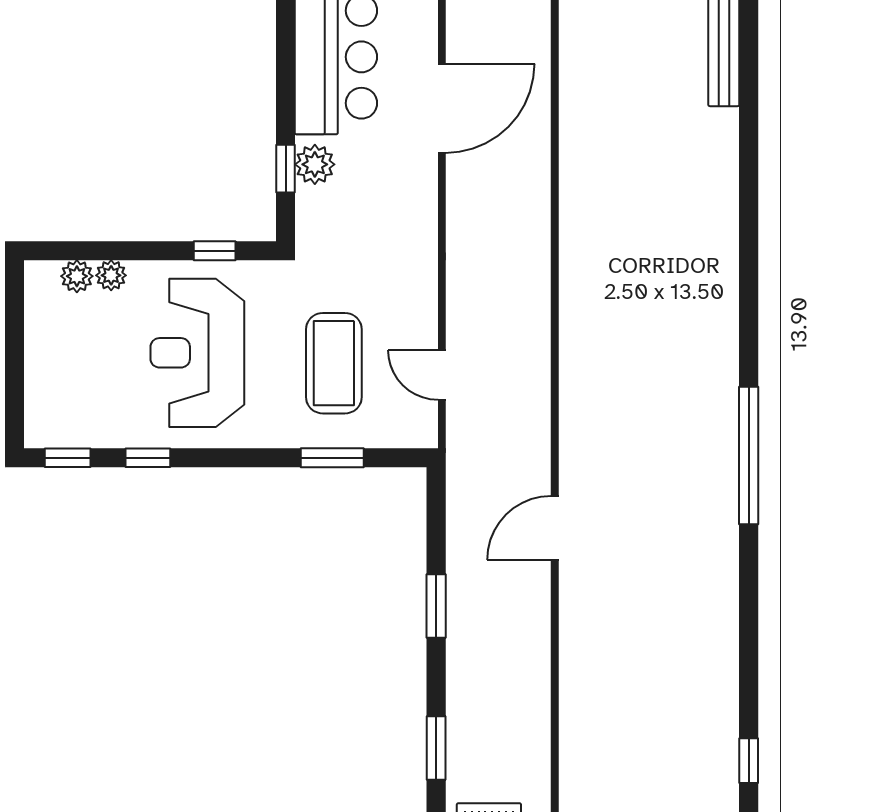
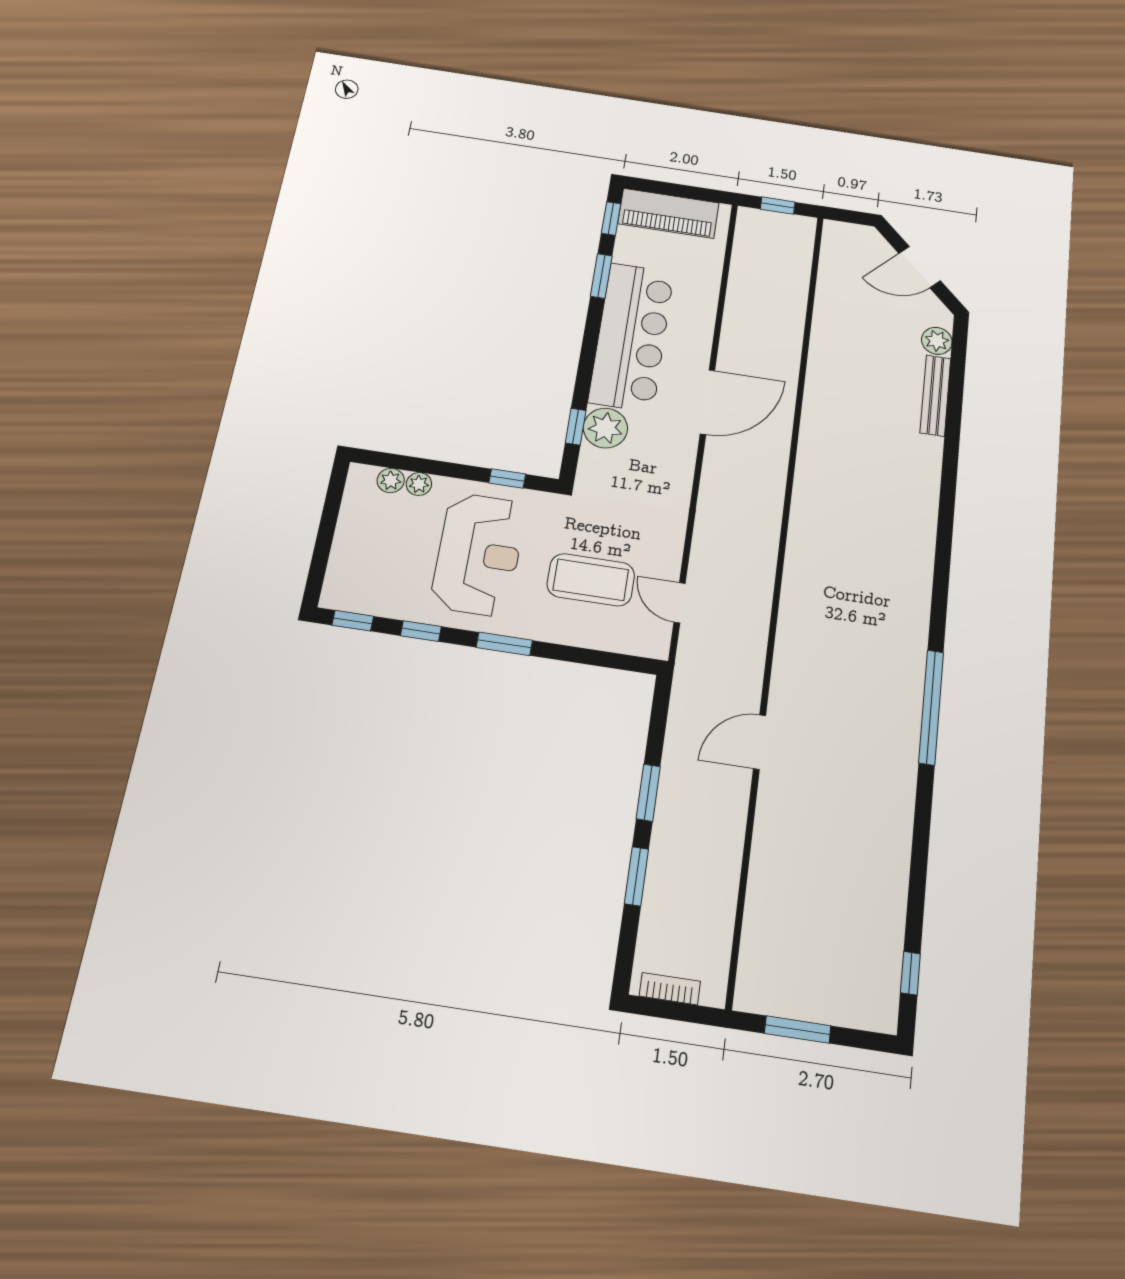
plant: (315, 164) -> (605, 428), width x1.36, depth x1.36
reception desk: (197, 353) -> (478, 554), turned 180
coffee table: (334, 363) -> (591, 580), turned 90
window: (332, 458) -> (504, 644), moved
window: (436, 748) -> (636, 876), moved

